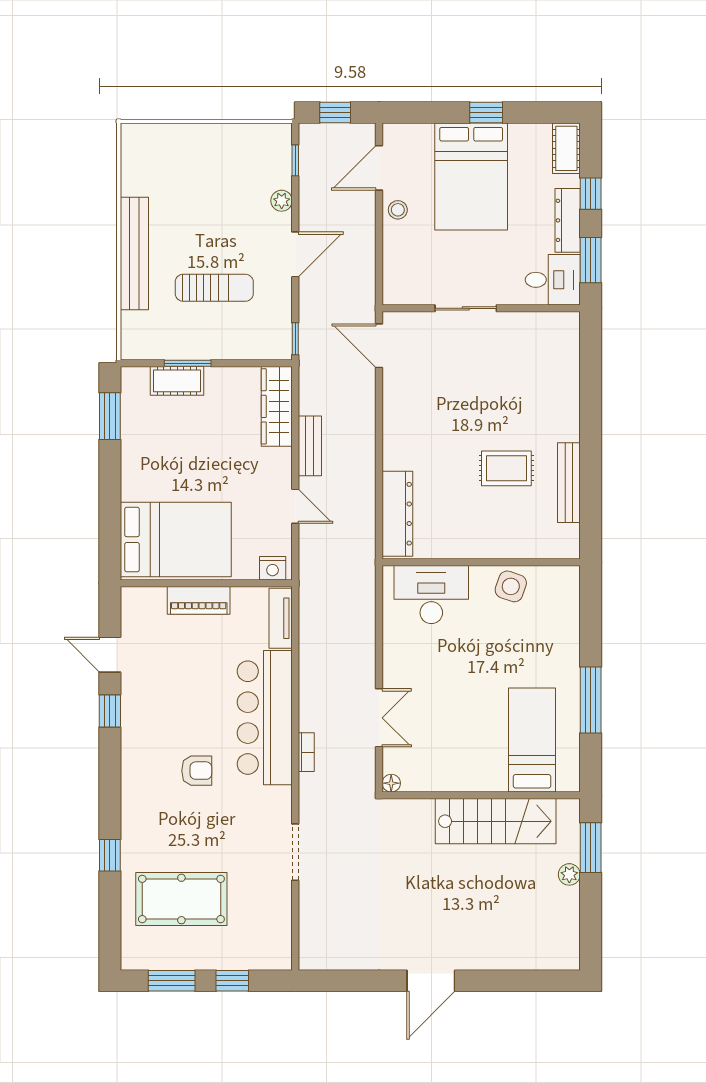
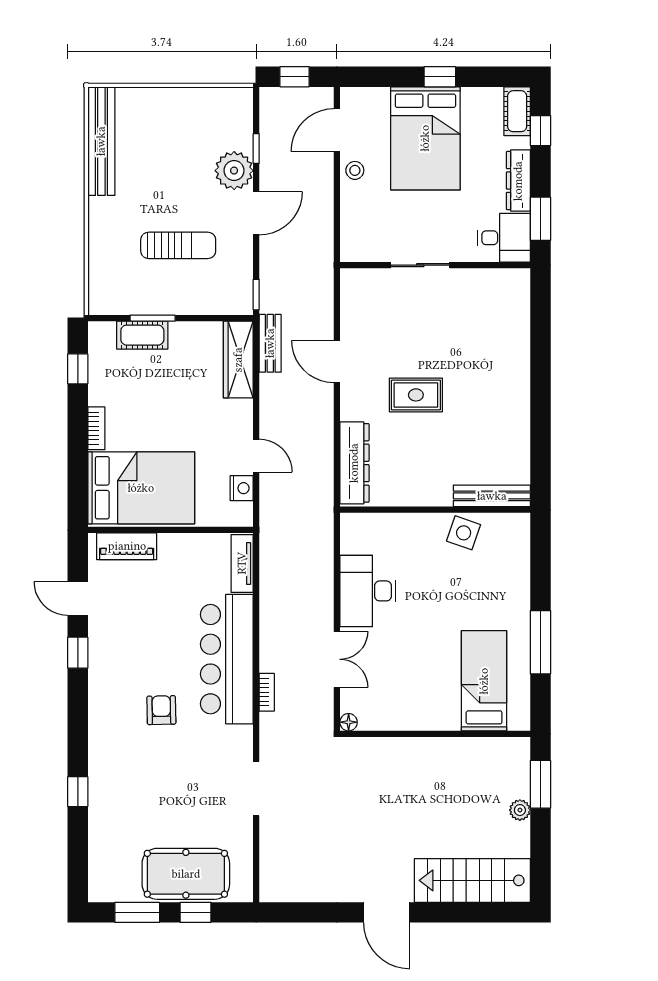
window: (295, 160) -> (256, 148), moved
window: (591, 194) -> (540, 131), moved
plant: (282, 201) -> (234, 171), width x1.87, depth x1.87
bench: (134, 254) -> (101, 141), moved
door: (379, 346) -> (337, 361), moved
window: (110, 416) -> (78, 369), width x0.67
bench: (310, 446) -> (270, 343), moved
rug: (506, 468) -> (416, 395), moved
bookcase: (129, 478) -> (96, 428), added
bench: (569, 483) -> (492, 496), moved, turned 90
nightstand: (273, 568) -> (242, 488), moved, turned -90
desk: (431, 595) -> (368, 591), moved, turned -90
piano: (199, 600) -> (127, 546), moved
armchair: (197, 771) -> (161, 710), turned -91
stairs: (496, 821) -> (472, 880), moved, turned 180
pool table: (181, 899) -> (186, 874), moved
door: (431, 981) -> (387, 912), hinge flipped

